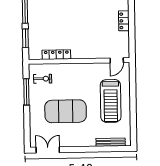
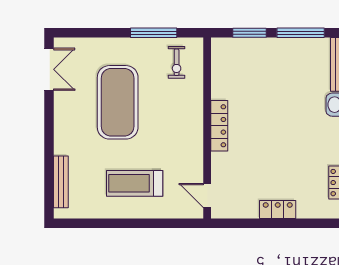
locker: (56, 55) -> (219, 126), moved
treadmill: (111, 101) -> (135, 183), width x0.73, depth x0.73

